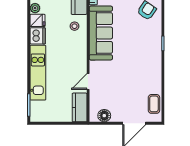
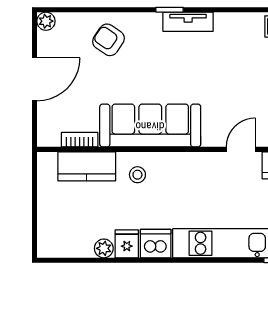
tv unit: (156, 53) -> (188, 22), added
door: (88, 82) -> (241, 149), swing flipped

